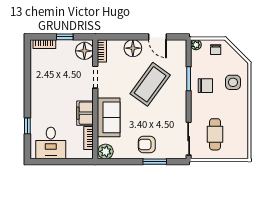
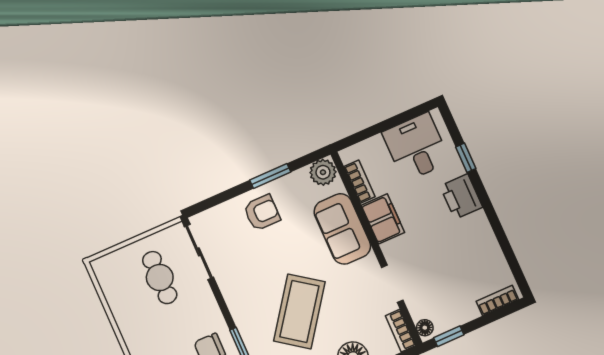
window: (65, 37) -> (449, 336), moved
floor lamp: (84, 51) -> (425, 328), width x0.53, depth x0.53
printer: (39, 107) -> (461, 197), added
window: (155, 162) -> (270, 176), moved

